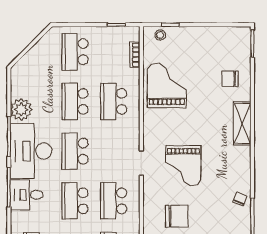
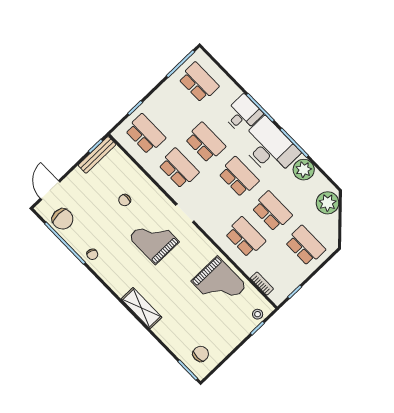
plant: (27, 67) -> (328, 203), added
chair: (230, 79) -> (201, 354), moved
chair: (177, 216) -> (125, 200), width x0.54, depth x0.54

